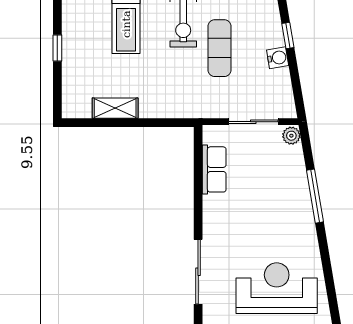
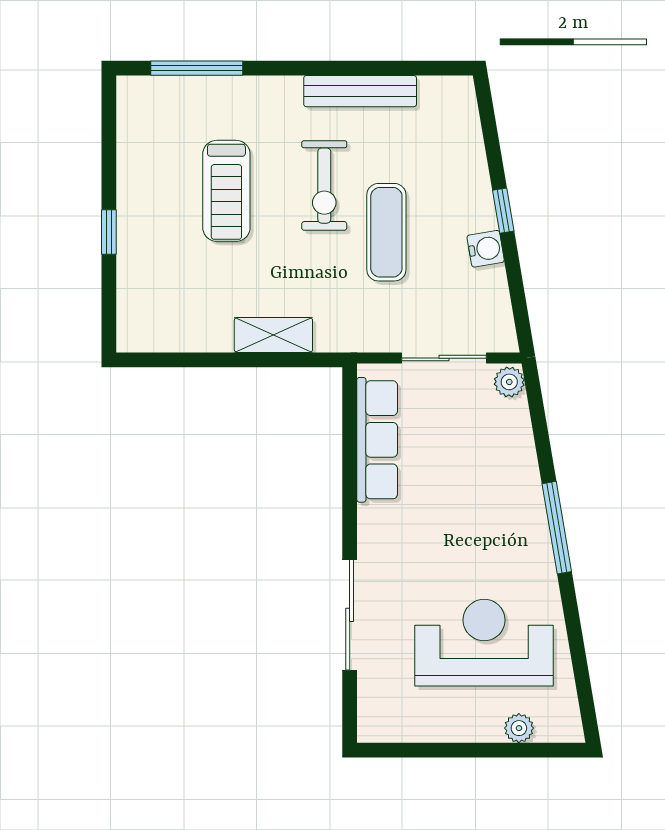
shelving: (115, 108) -> (273, 335), moved
row of seats: (214, 169) -> (377, 440), width x1.48
window: (315, 196) -> (557, 528), moved

